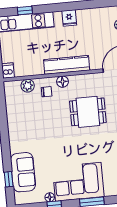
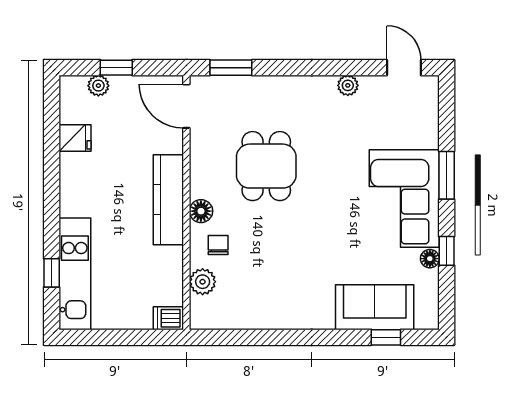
fridge: (69, 18) -> (75, 138), moved

